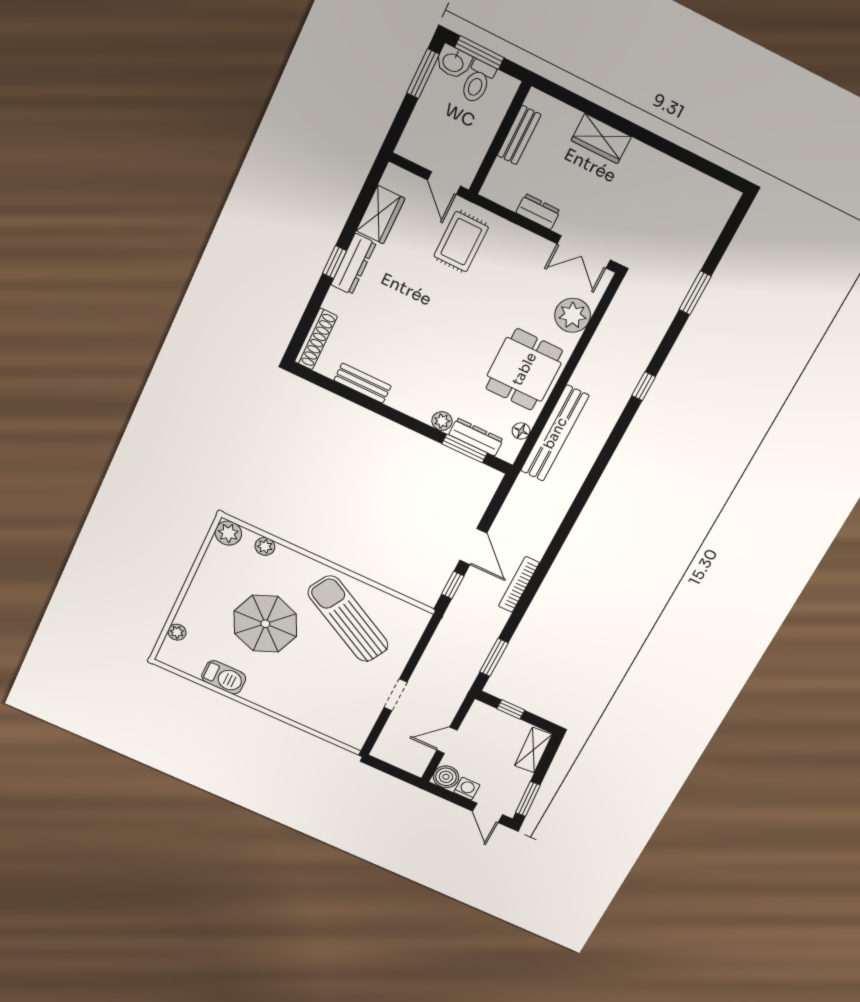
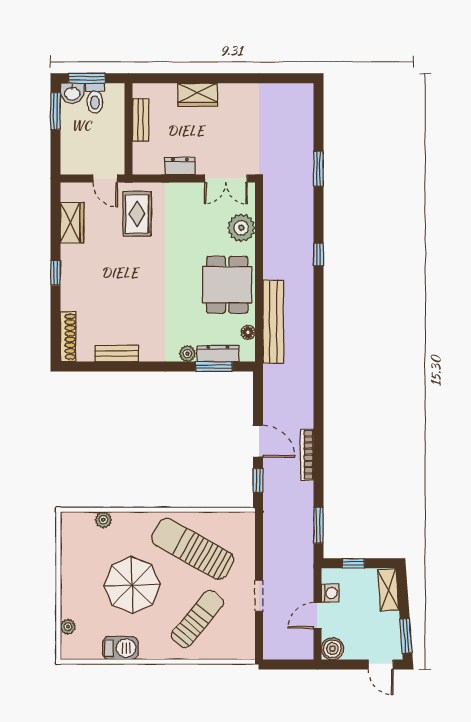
dresser: (353, 264) -> (69, 268), removed
plant: (228, 533) -> (71, 523), removed
sun lounger: (319, 687) -> (197, 619), added
washing machine: (467, 789) -> (330, 593), moved, turned 90

